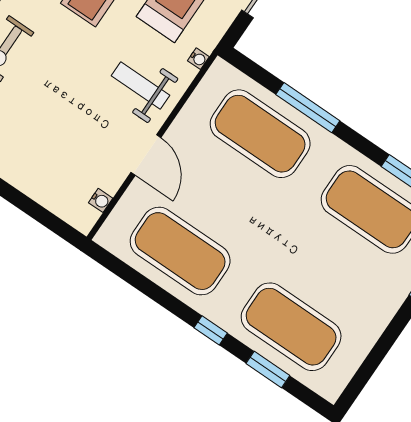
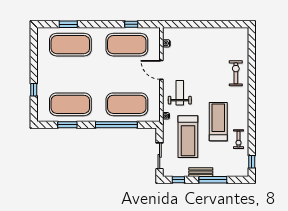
weight bench: (141, 86) -> (180, 93), turned -90
window: (308, 108) -> (116, 125), width x1.46
window: (211, 330) -> (131, 24), moved

